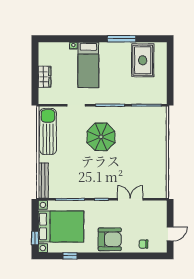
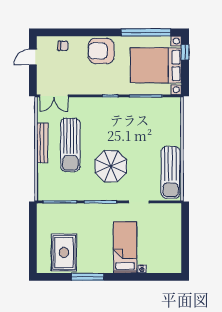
wardrobe: (45, 77) -> (174, 234), removed
sun lounger: (137, 156) -> (70, 145), added
bench: (43, 181) -> (42, 143), moved
double door: (130, 199) -> (54, 96), moved
window: (70, 256) -> (146, 32), width x3.17

